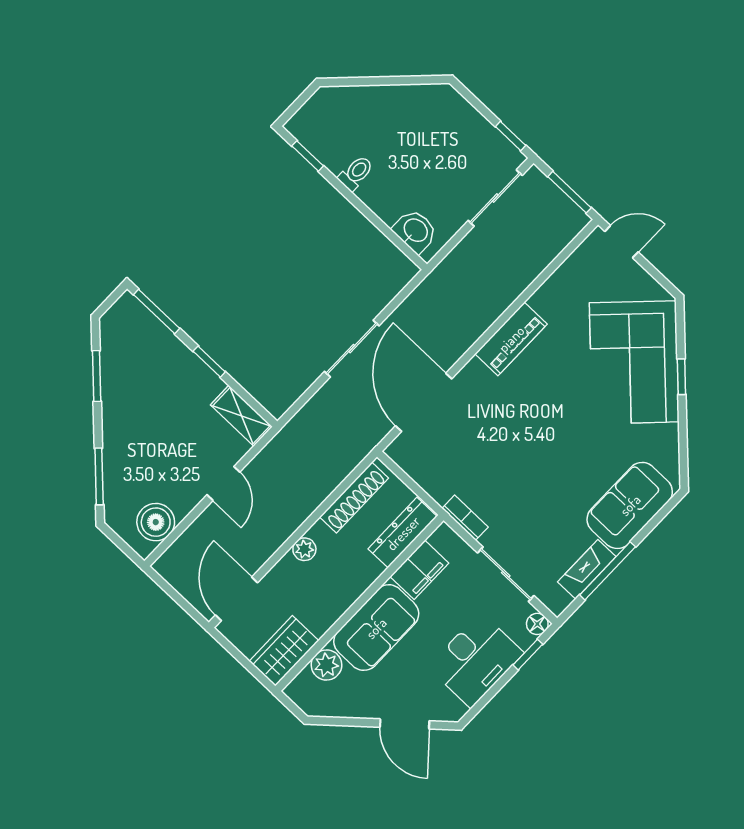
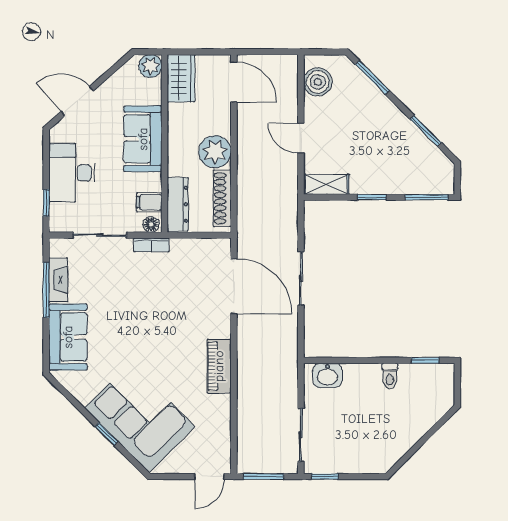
plant: (304, 549) -> (215, 152), width x1.87, depth x1.87
filing cabinet: (419, 570) -> (149, 202), width x0.50
floor lamp: (537, 624) -> (151, 224), moved
plant: (326, 665) -> (150, 66), moved

